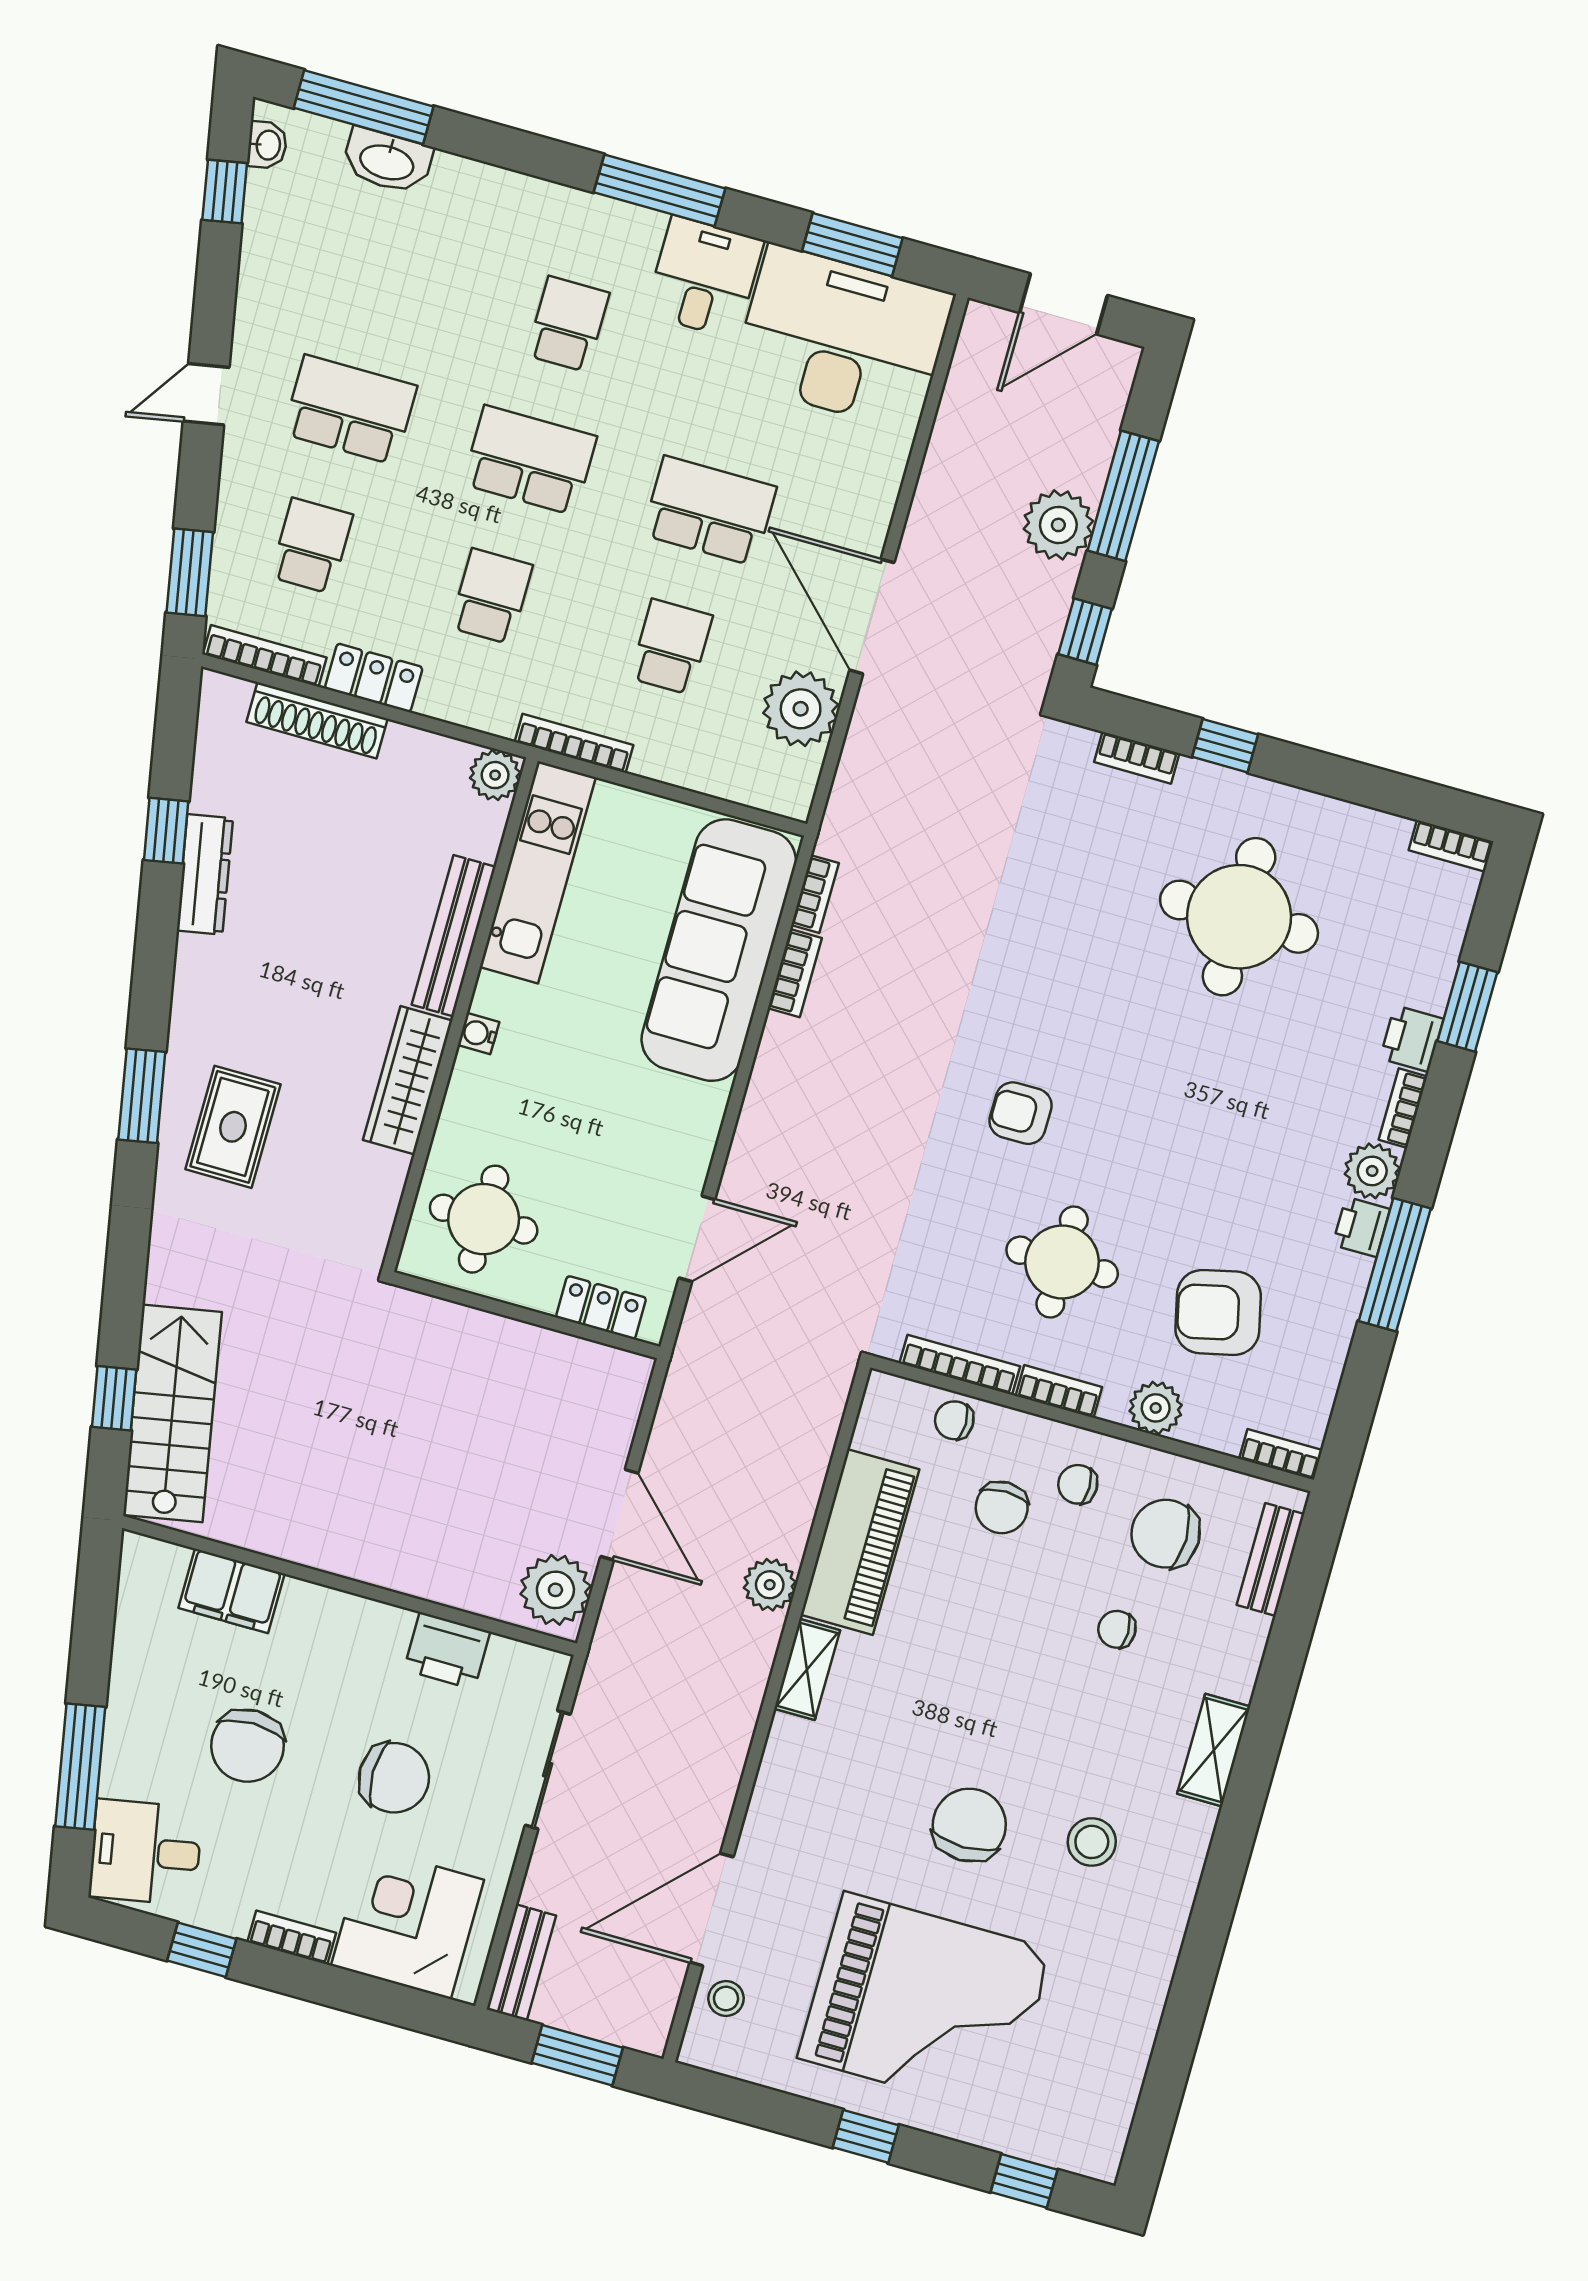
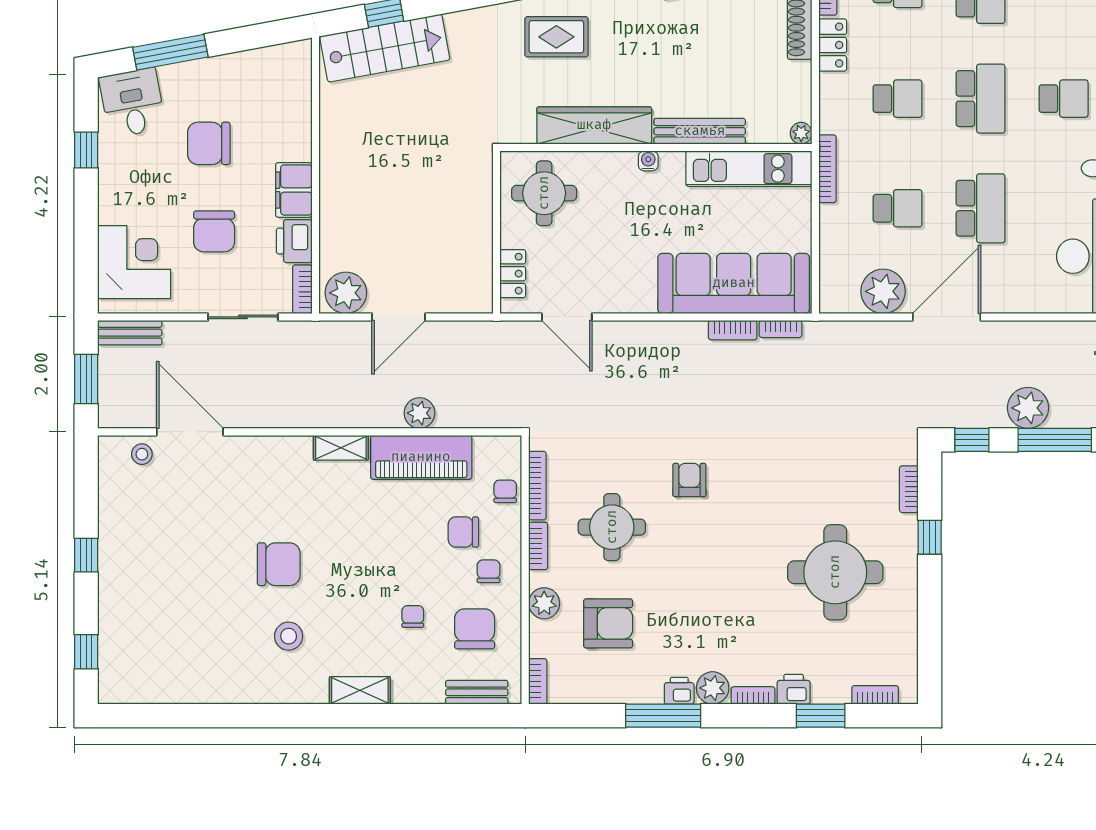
plant: (495, 775) -> (801, 133), width x0.73, depth x0.73
bookcase: (1451, 846) -> (875, 695), moved, turned 90
wardrobe: (408, 1080) -> (594, 125), width x1.40, depth x1.17
armchair: (1218, 1312) -> (608, 623), turned 103
plant: (770, 1585) -> (420, 413), moved
filing cabinet: (231, 1591) -> (294, 190), moved
bookcase: (292, 1937) -> (302, 289), moved, turned 180
grand piano: (925, 2004) -> (171, 567), removed

